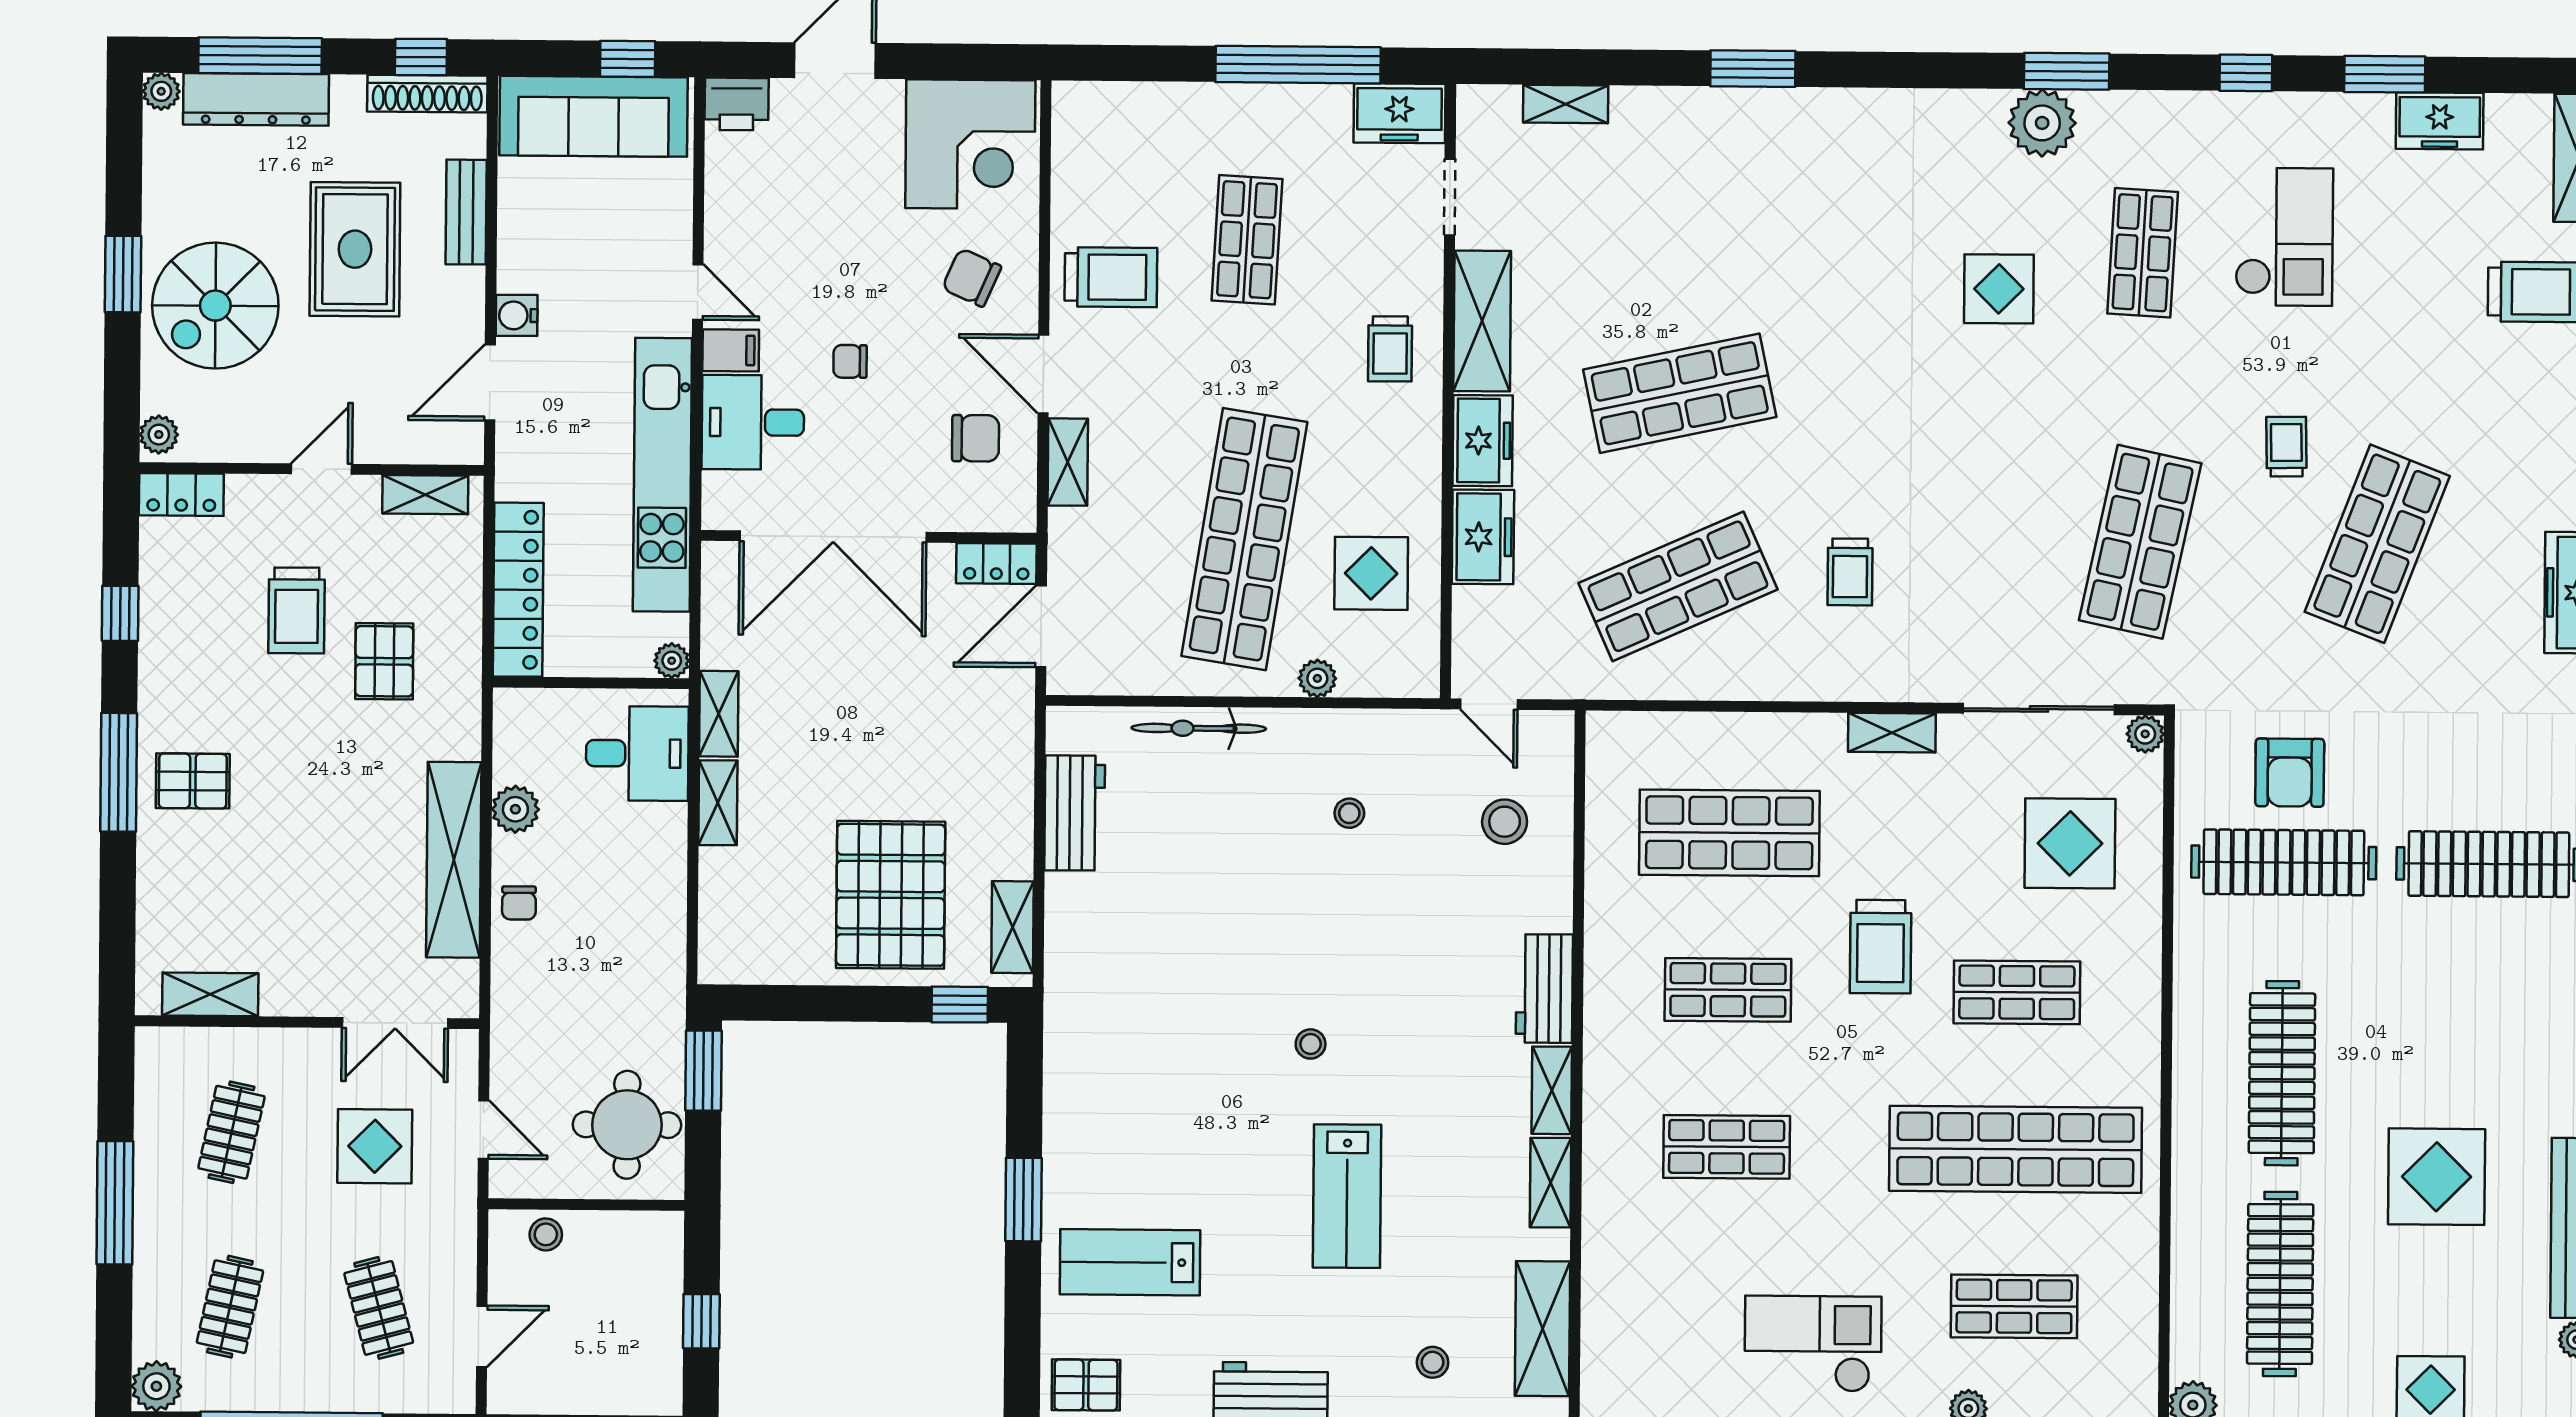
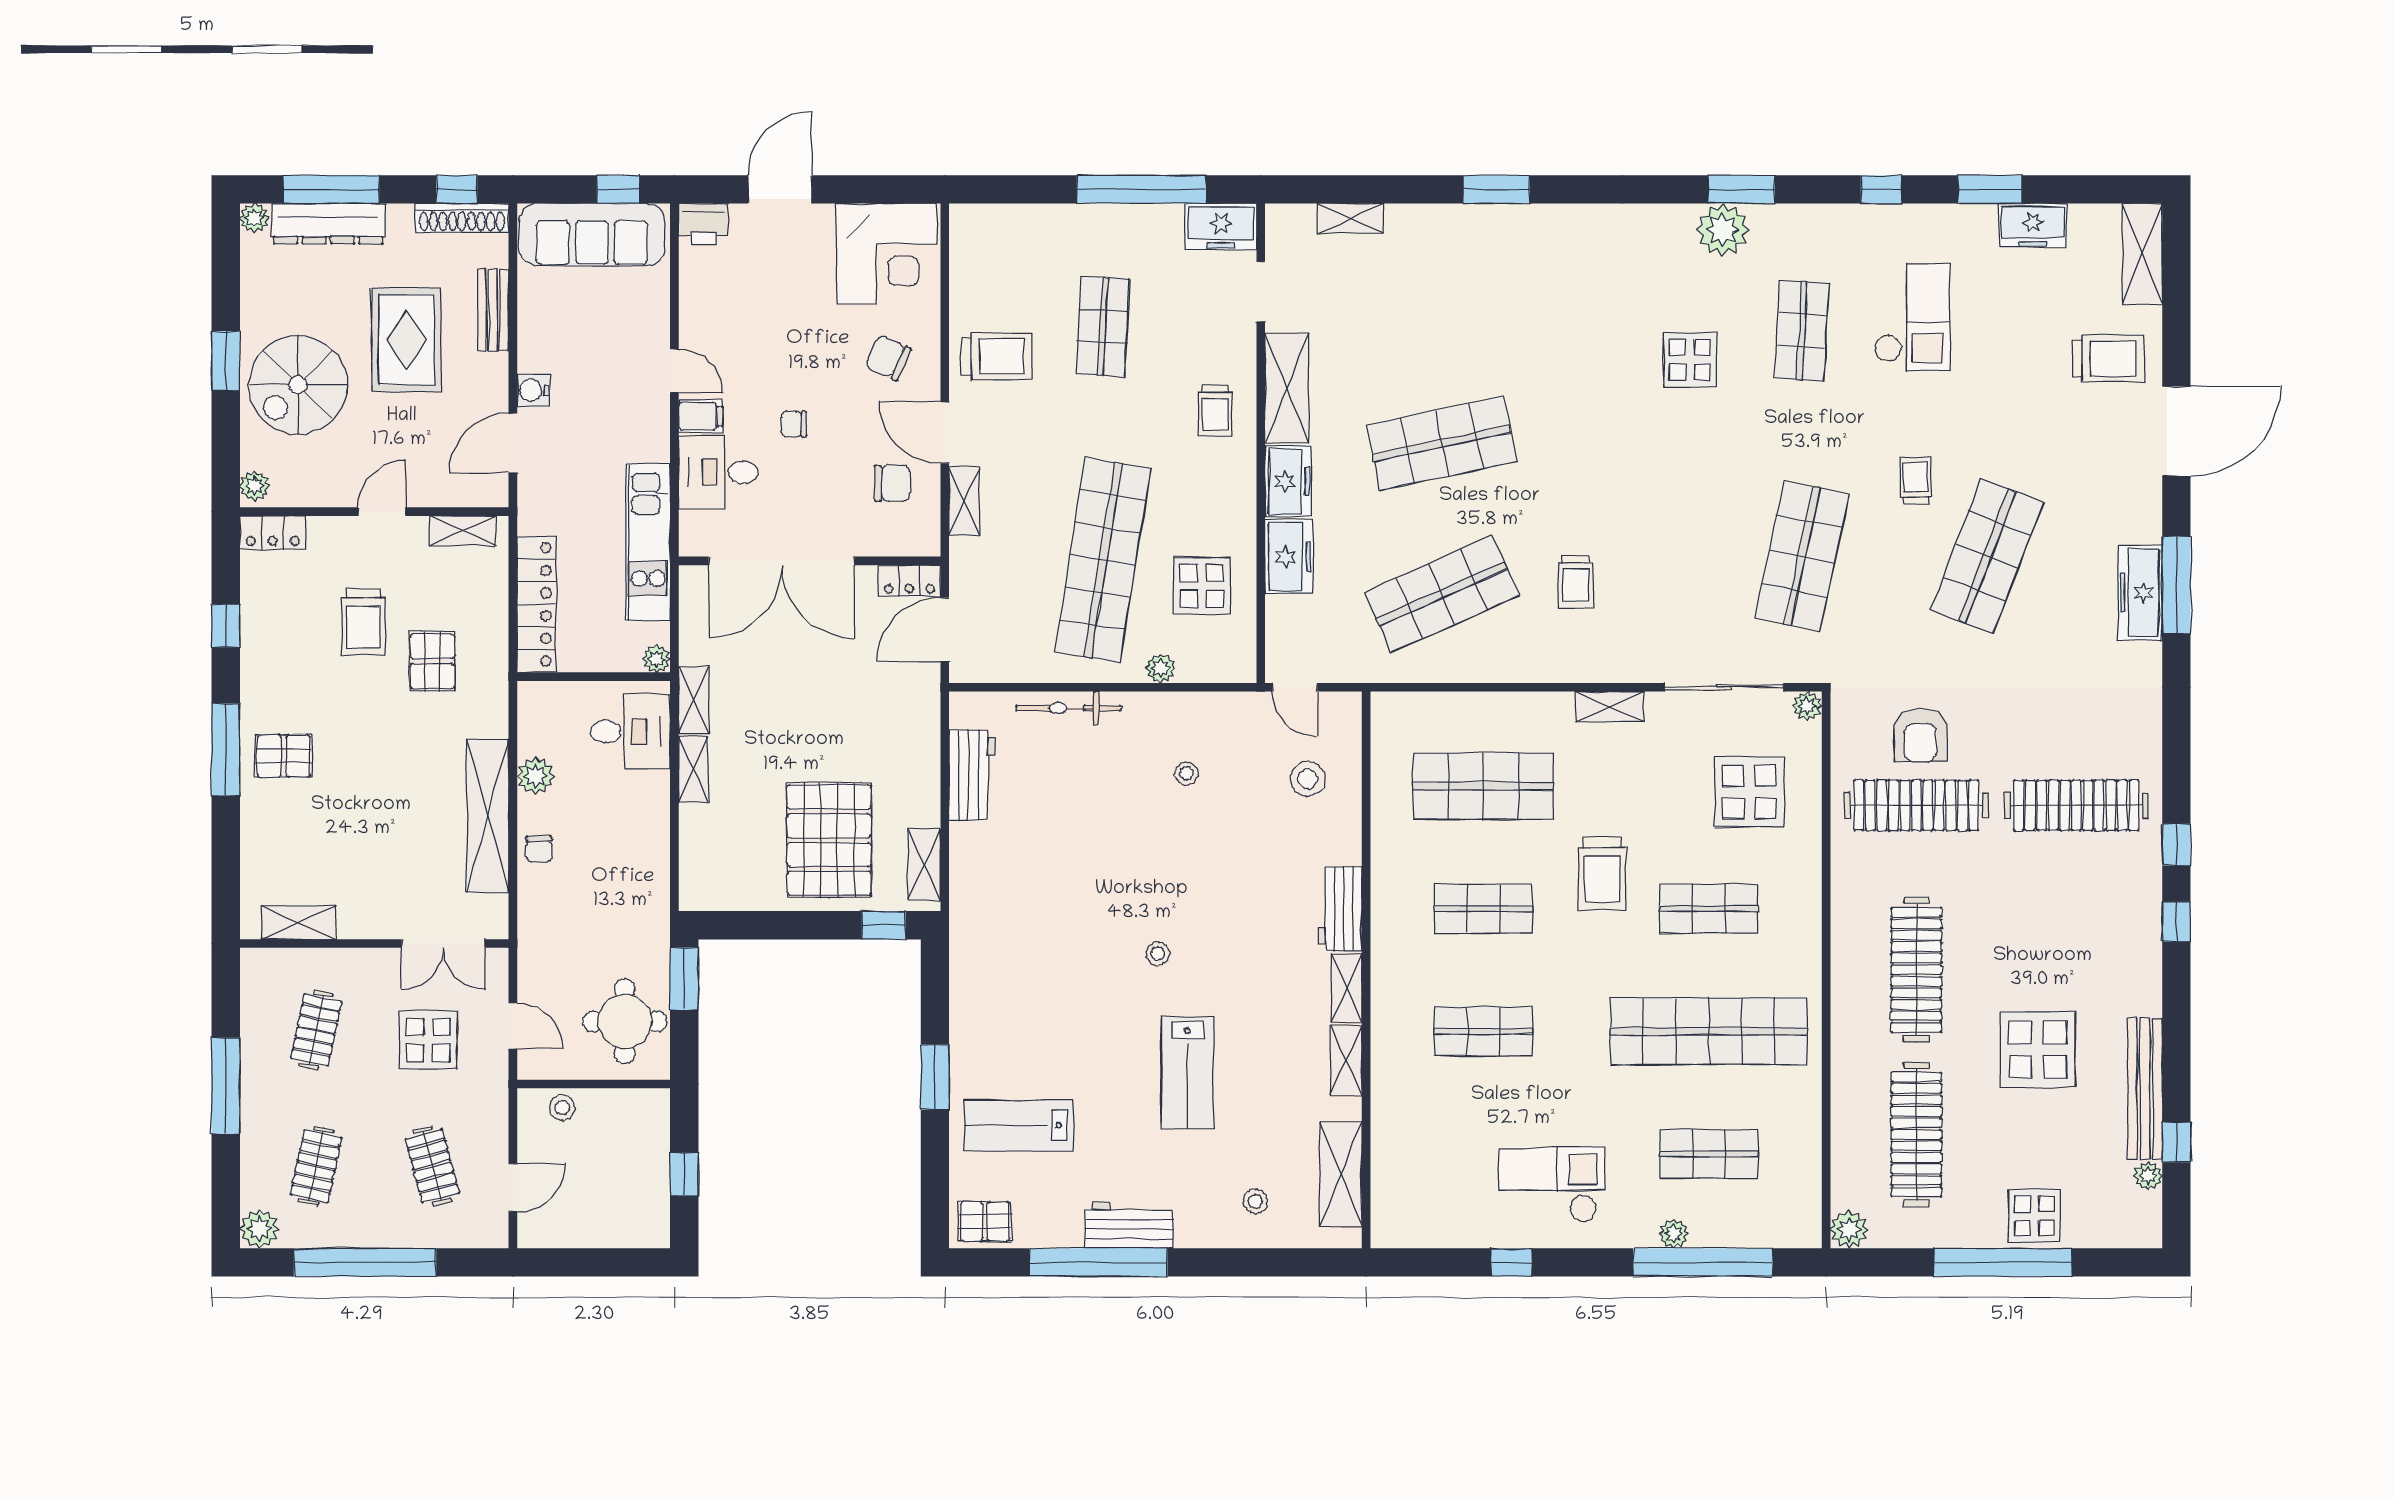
kitchen unit: (662, 475) -> (648, 542), width x0.73

